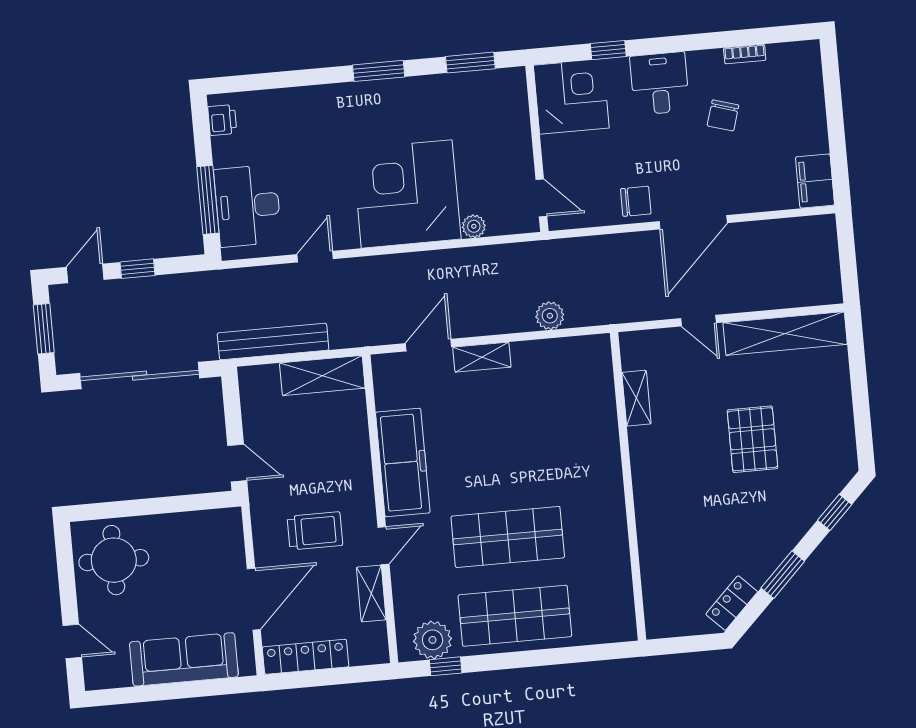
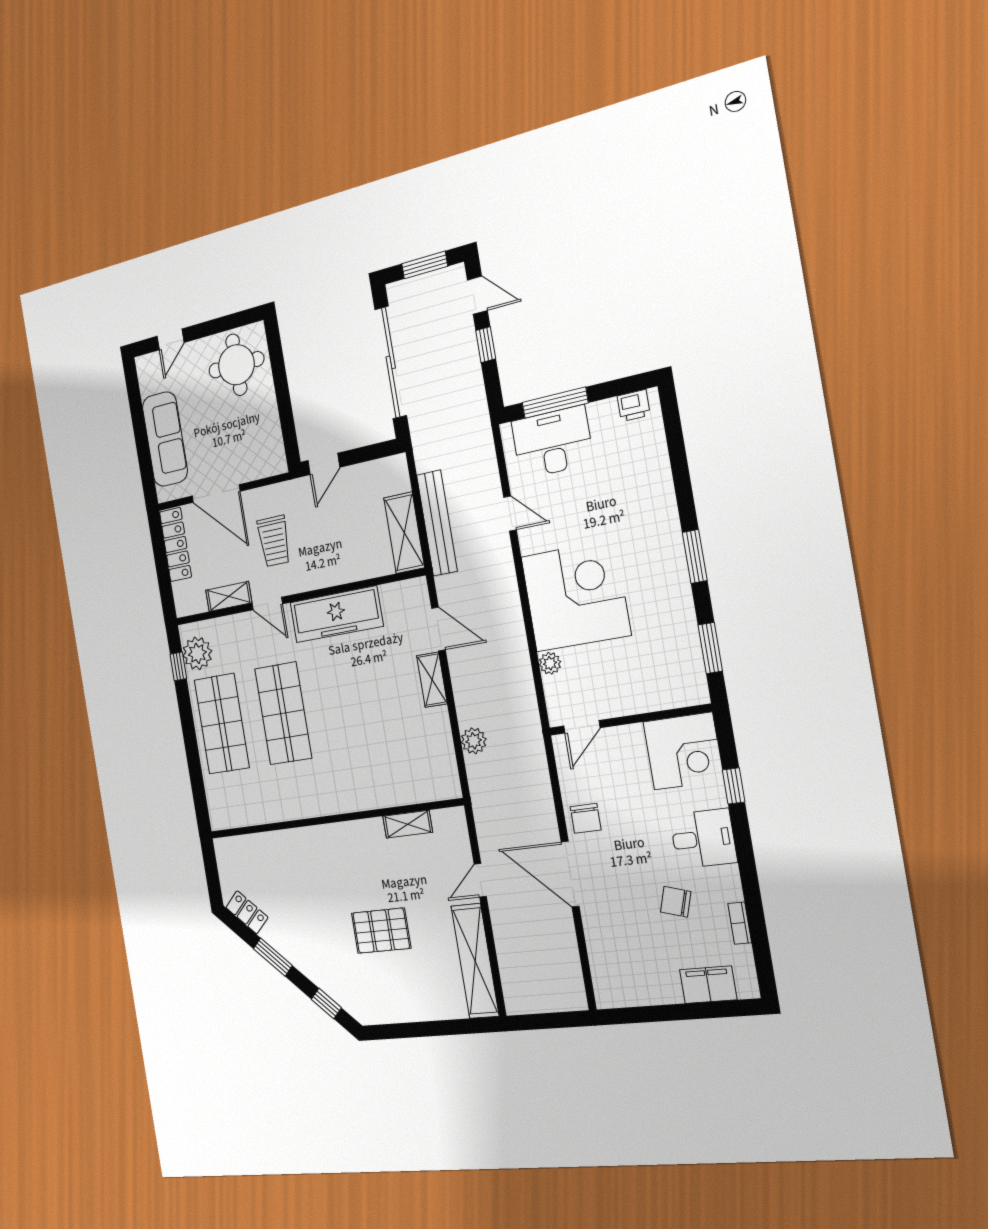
filing cabinet: (815, 181) -> (708, 985), moved
bench: (273, 341) -> (437, 523), moved

